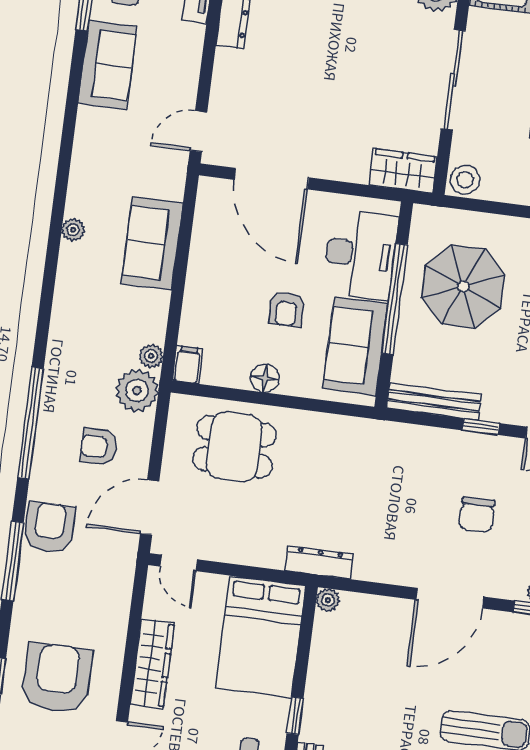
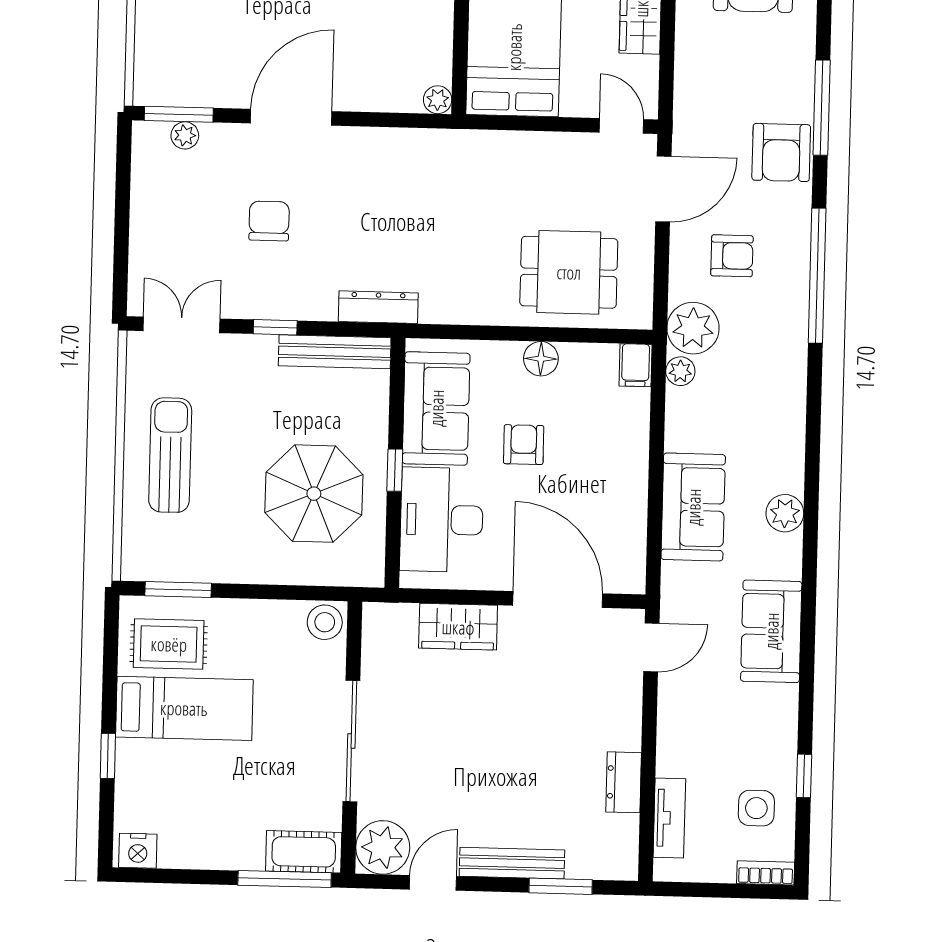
sofa: (108, 65) -> (771, 631), moved
wardrobe: (403, 171) -> (458, 627), moved
plant: (73, 230) -> (785, 513), width x1.38, depth x1.38
window: (395, 299) -> (395, 470), width x0.32
dresser: (319, 562) -> (378, 307), moved, turned 180

